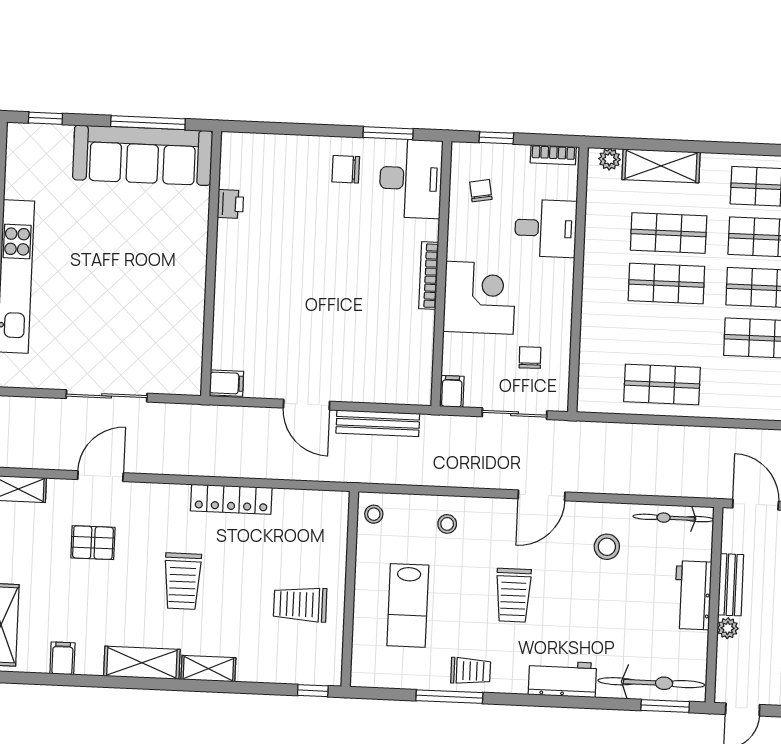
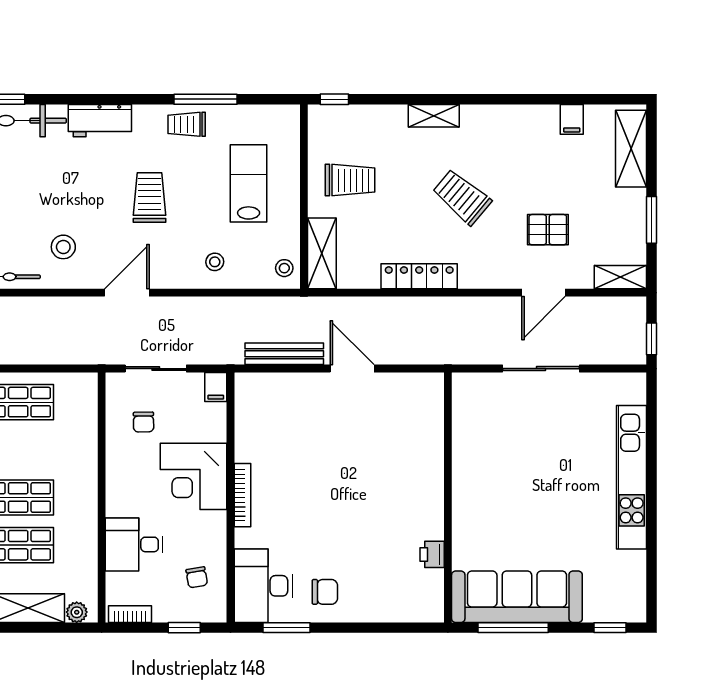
filing cabinet: (226, 383) -> (428, 385), removed
trolley: (182, 581) -> (462, 197), turned -50
shelving: (142, 663) -> (322, 253), moved, turned 90

